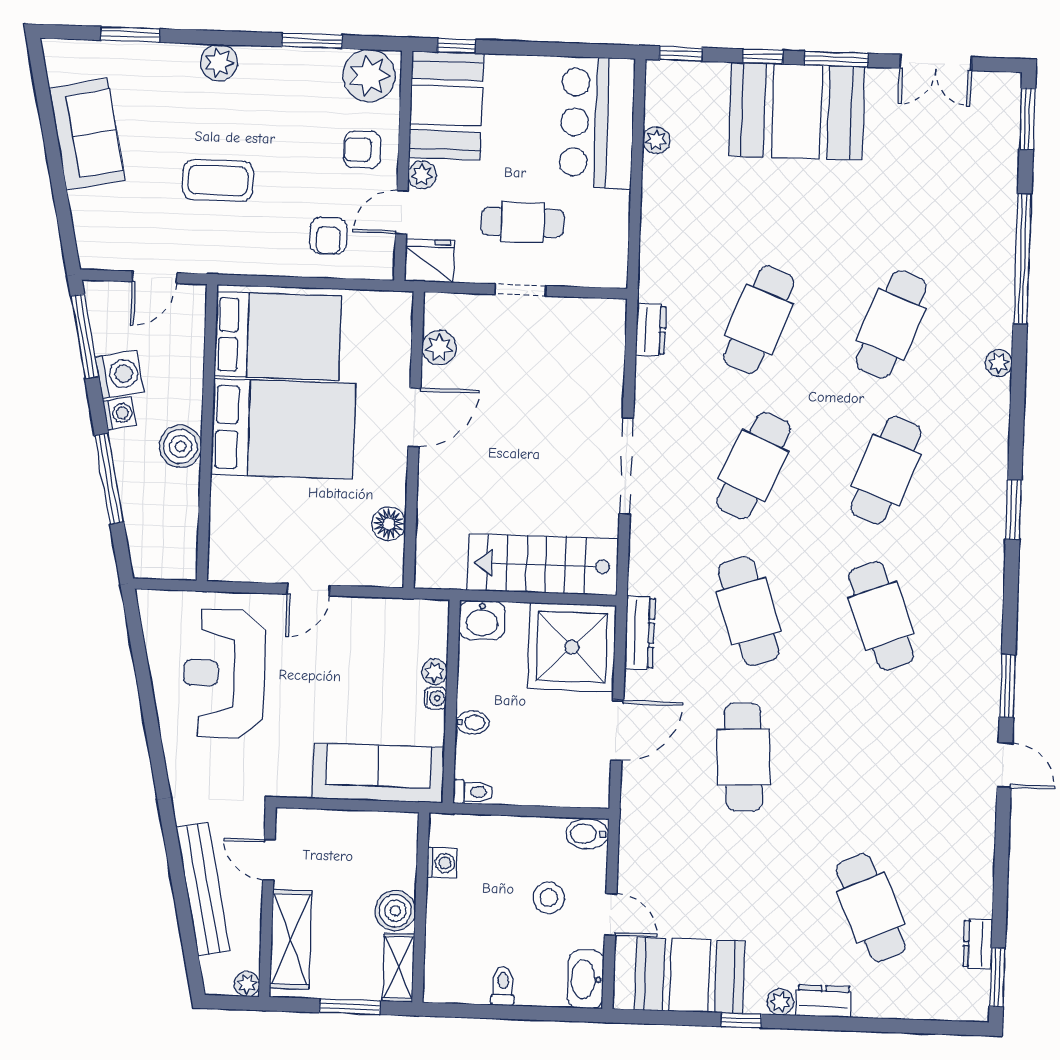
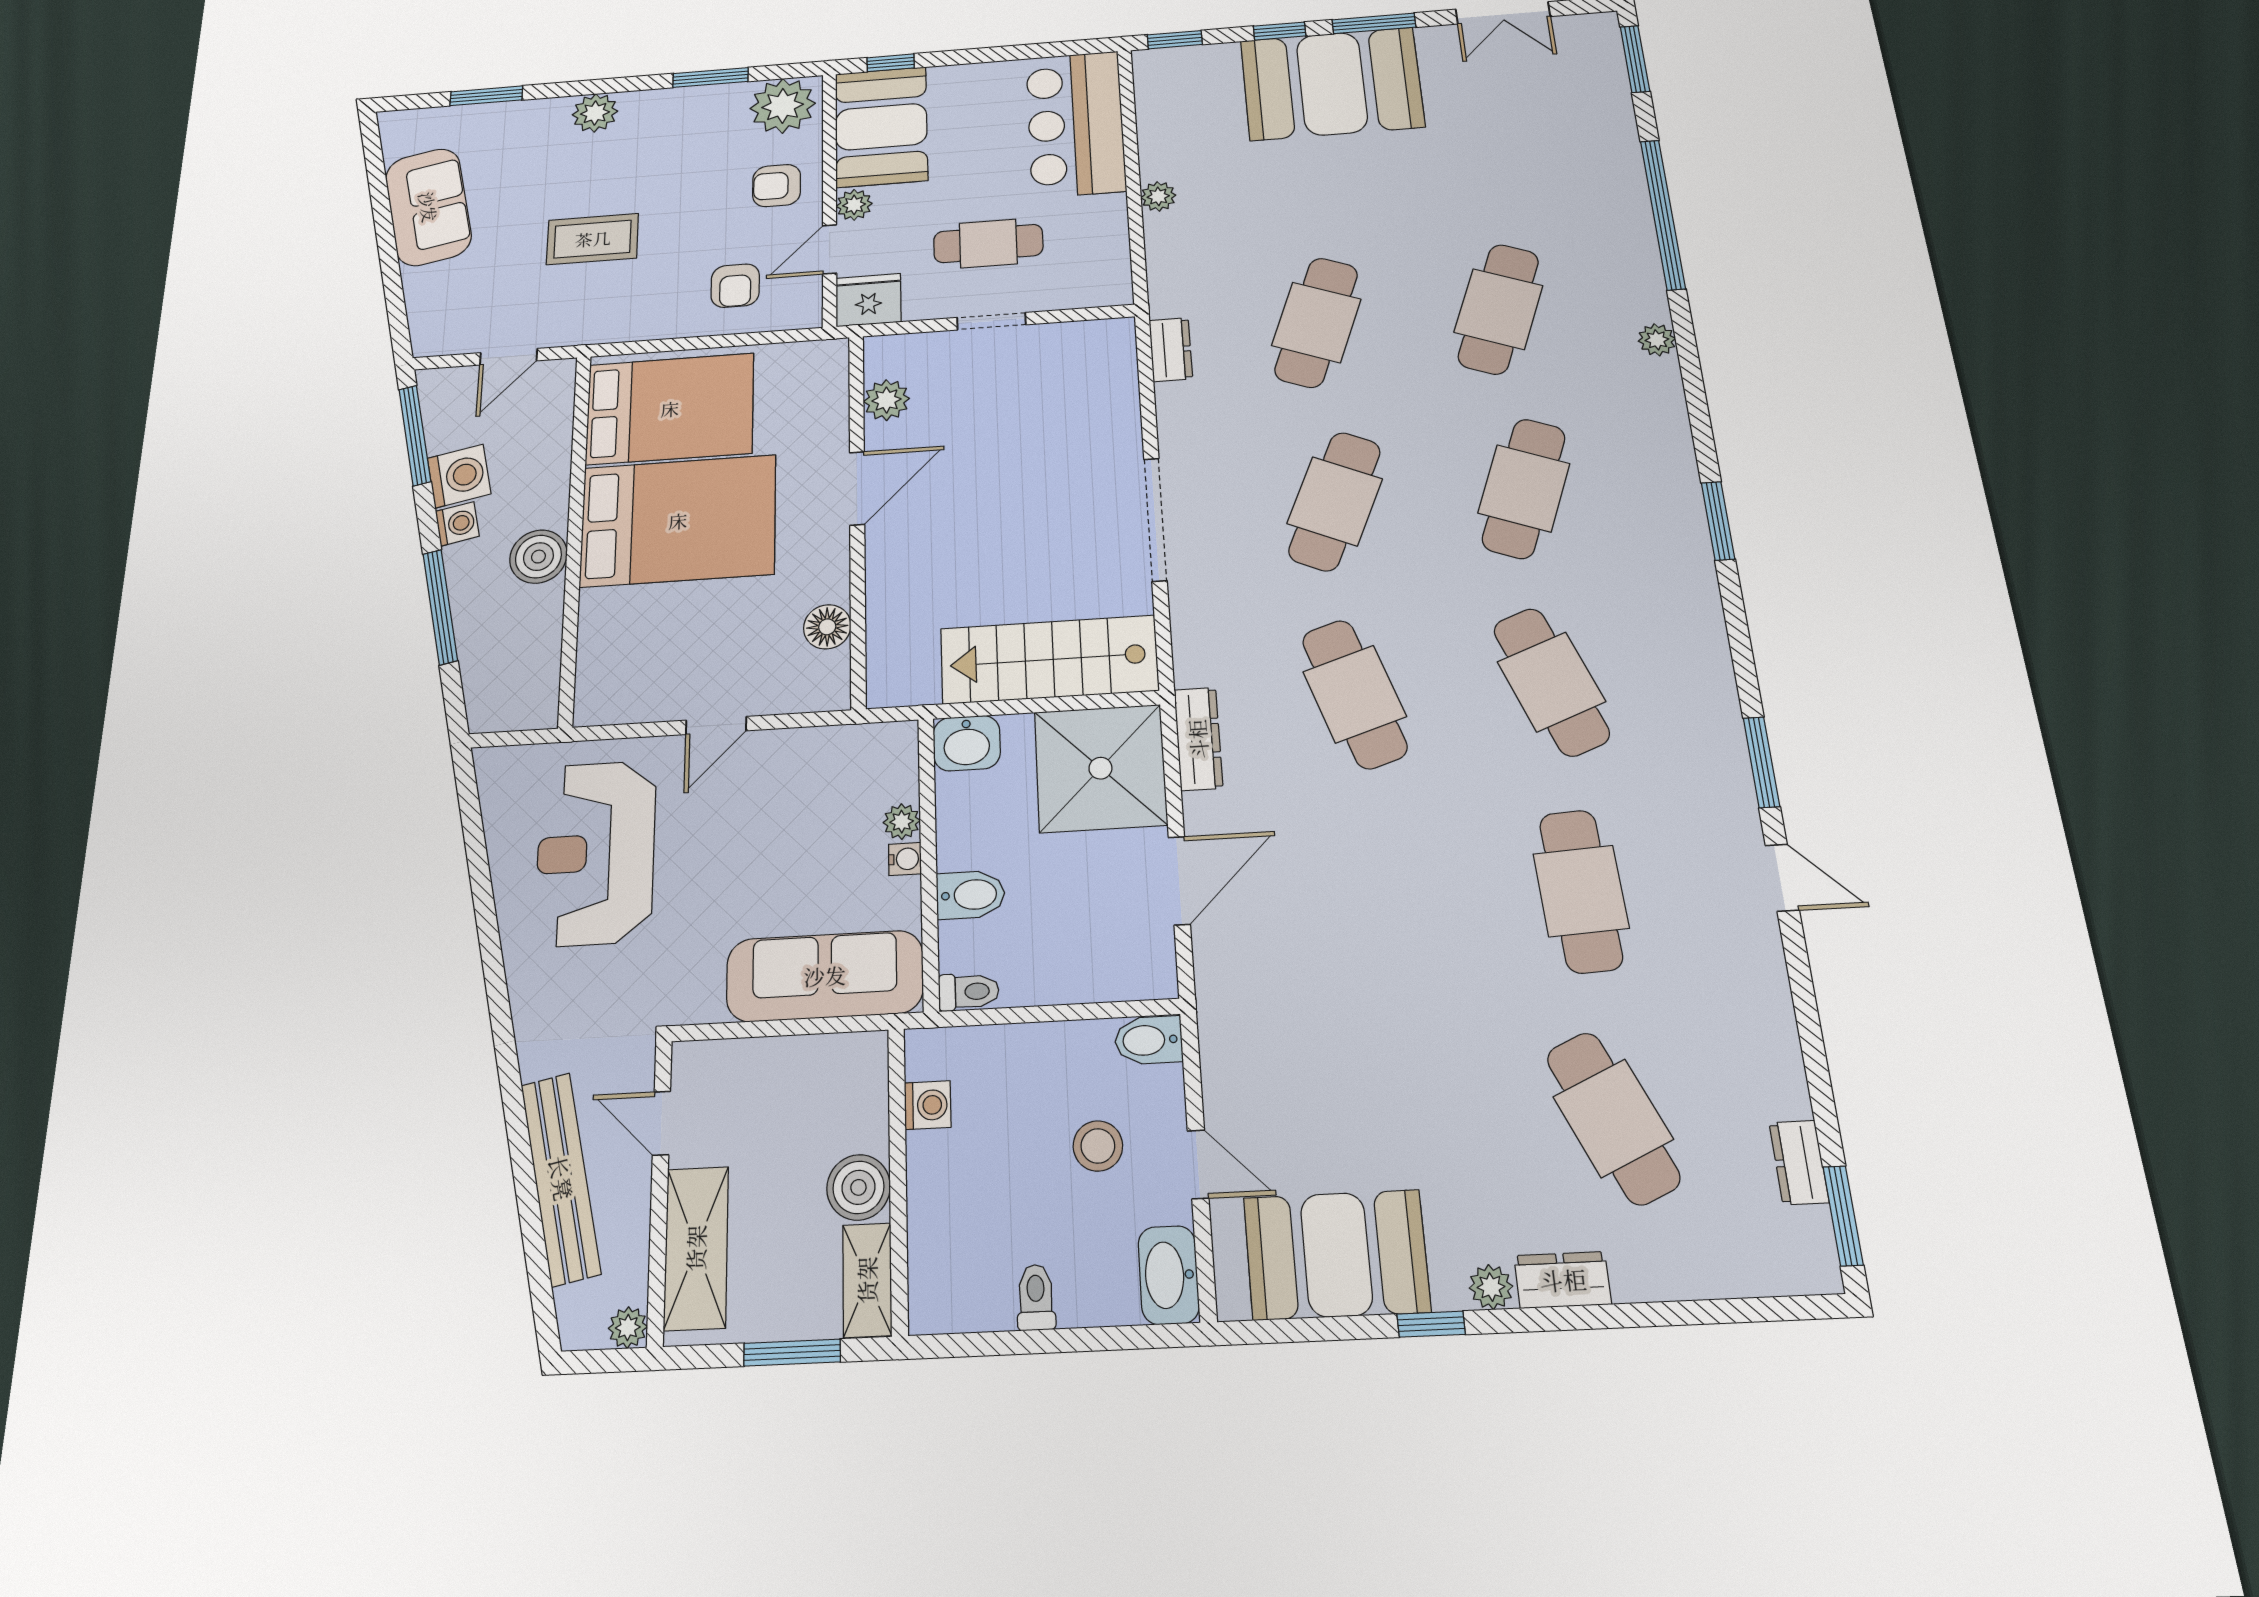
plant: (656, 140) -> (1158, 196), moved
bidet: (472, 722) -> (971, 895), width x1.38, depth x1.36
cafe table: (743, 757) -> (1581, 891), moved

